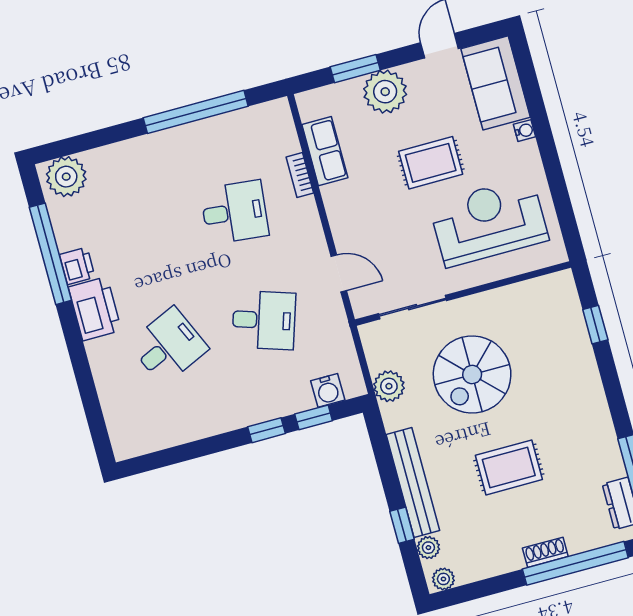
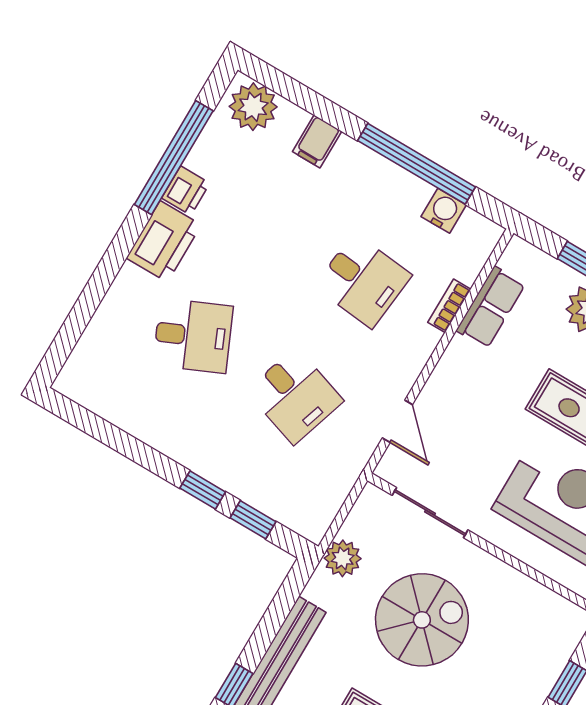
filing cabinet: (124, 159) -> (317, 141), added
spiral stairs: (472, 375) -> (422, 620), turned 180
water cooler: (328, 390) -> (444, 211), moved, turned 180

